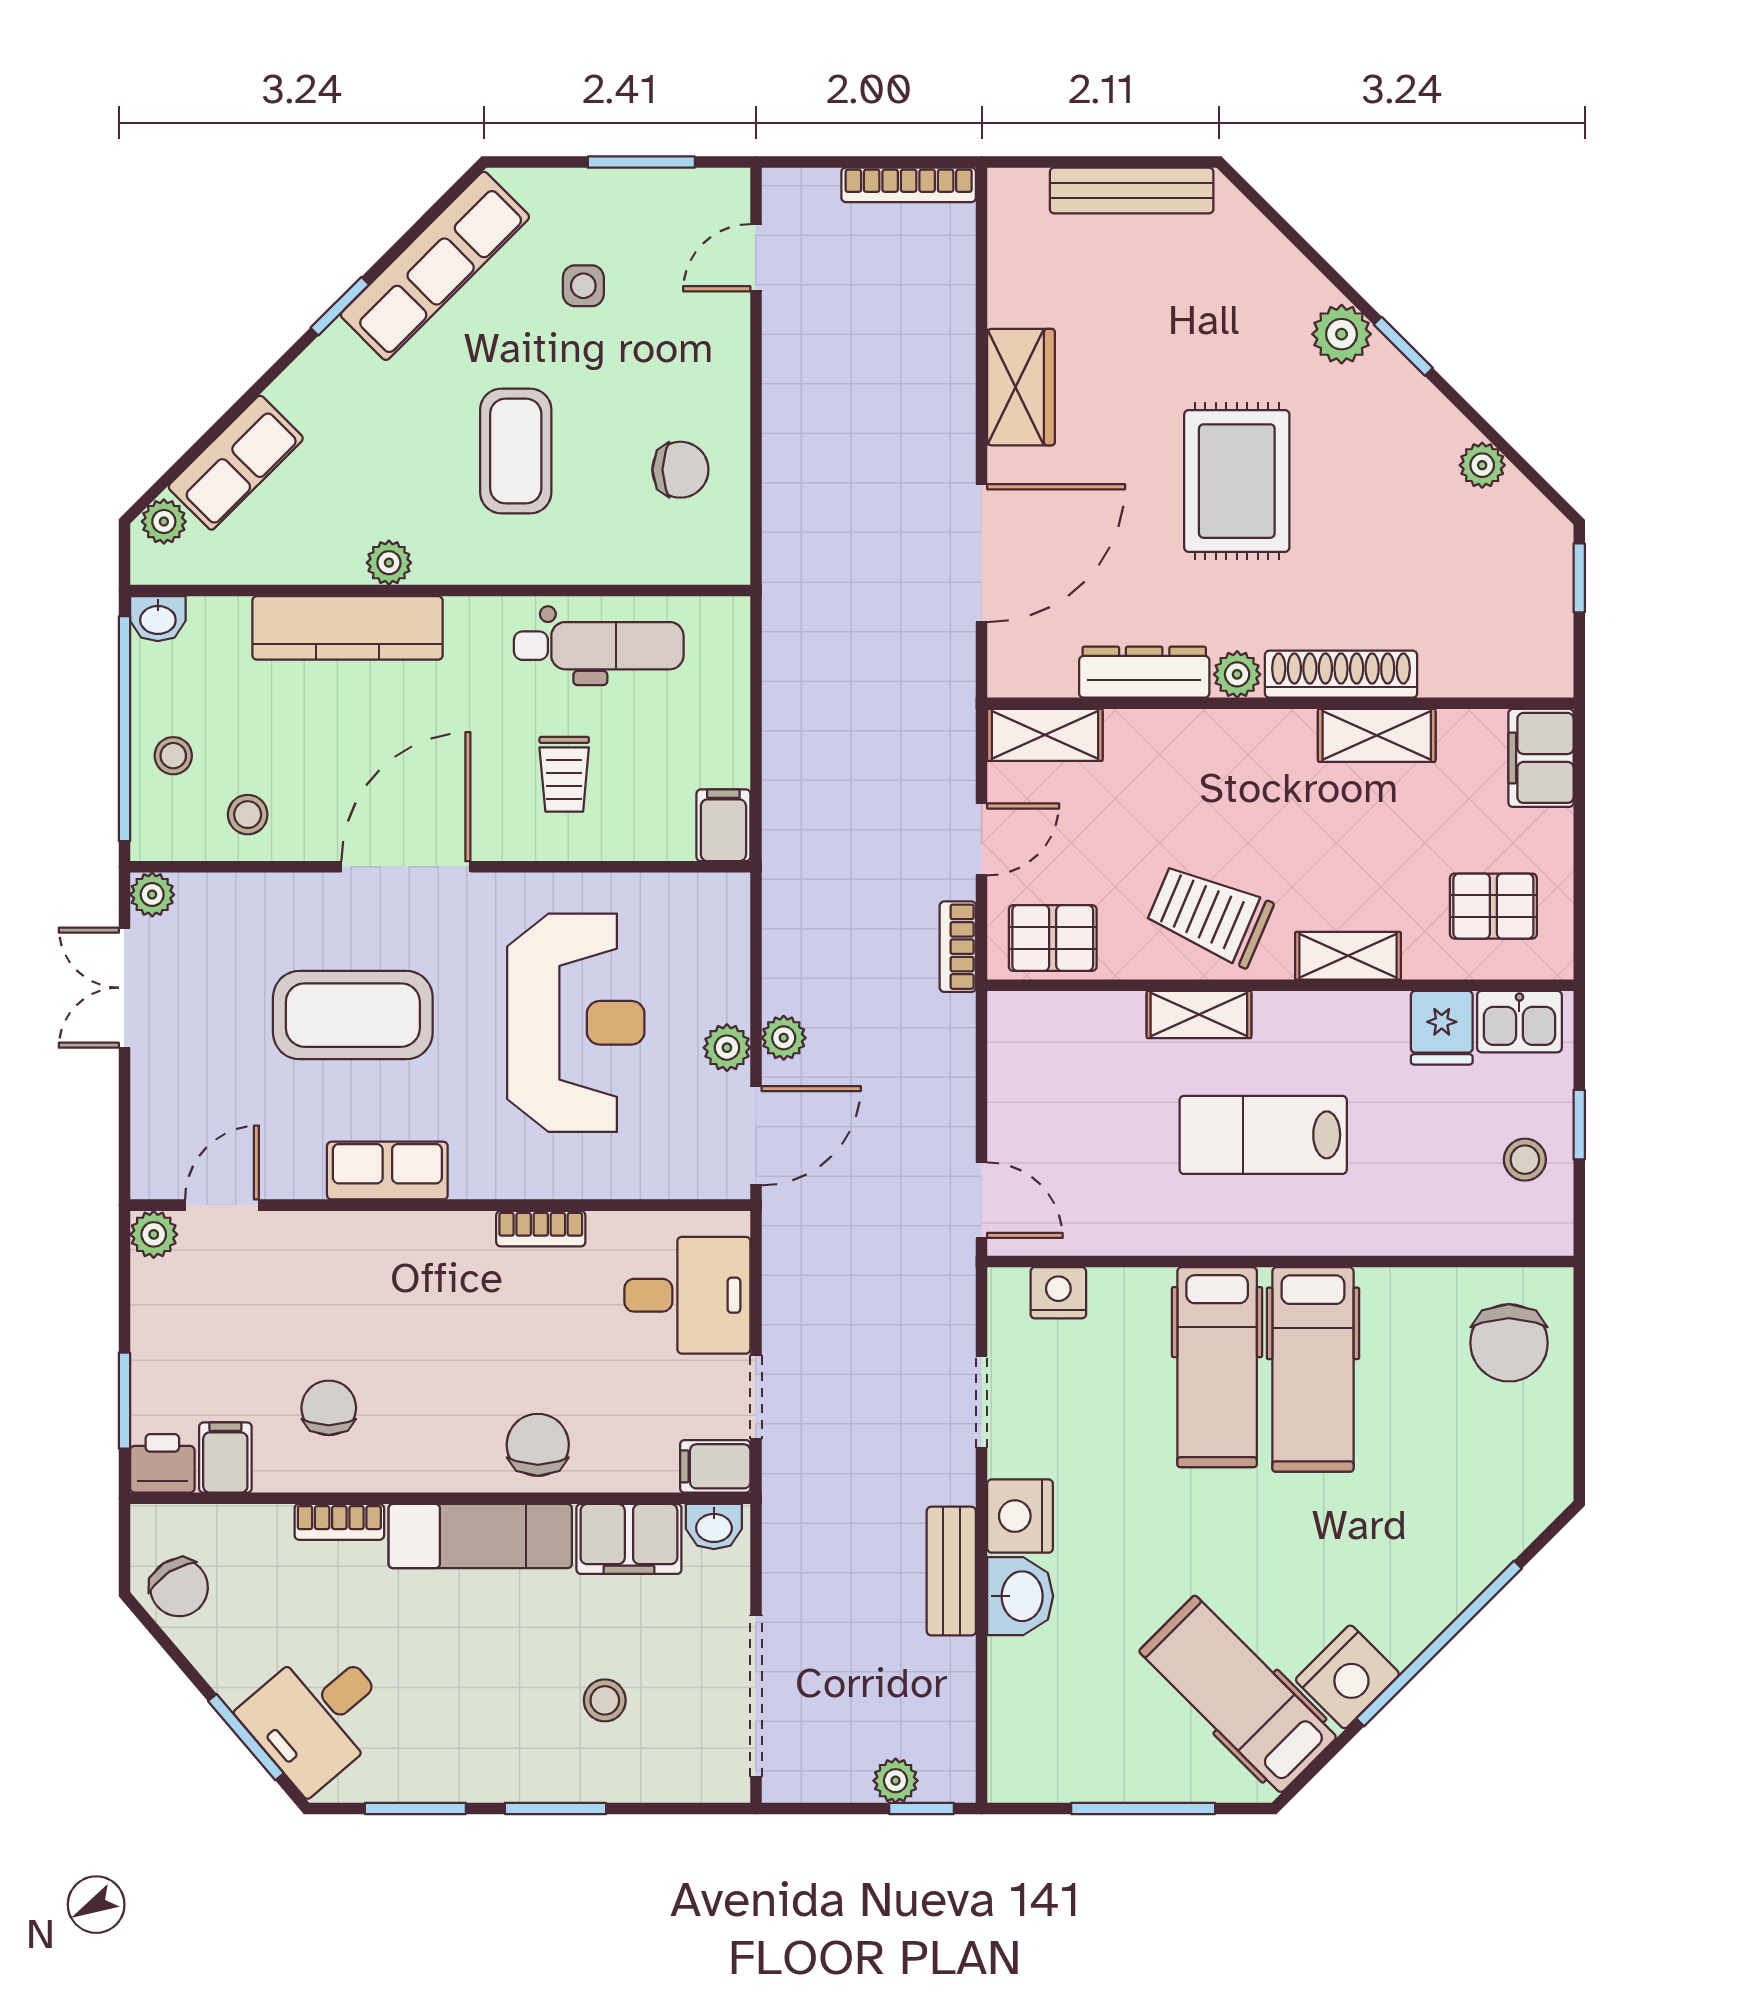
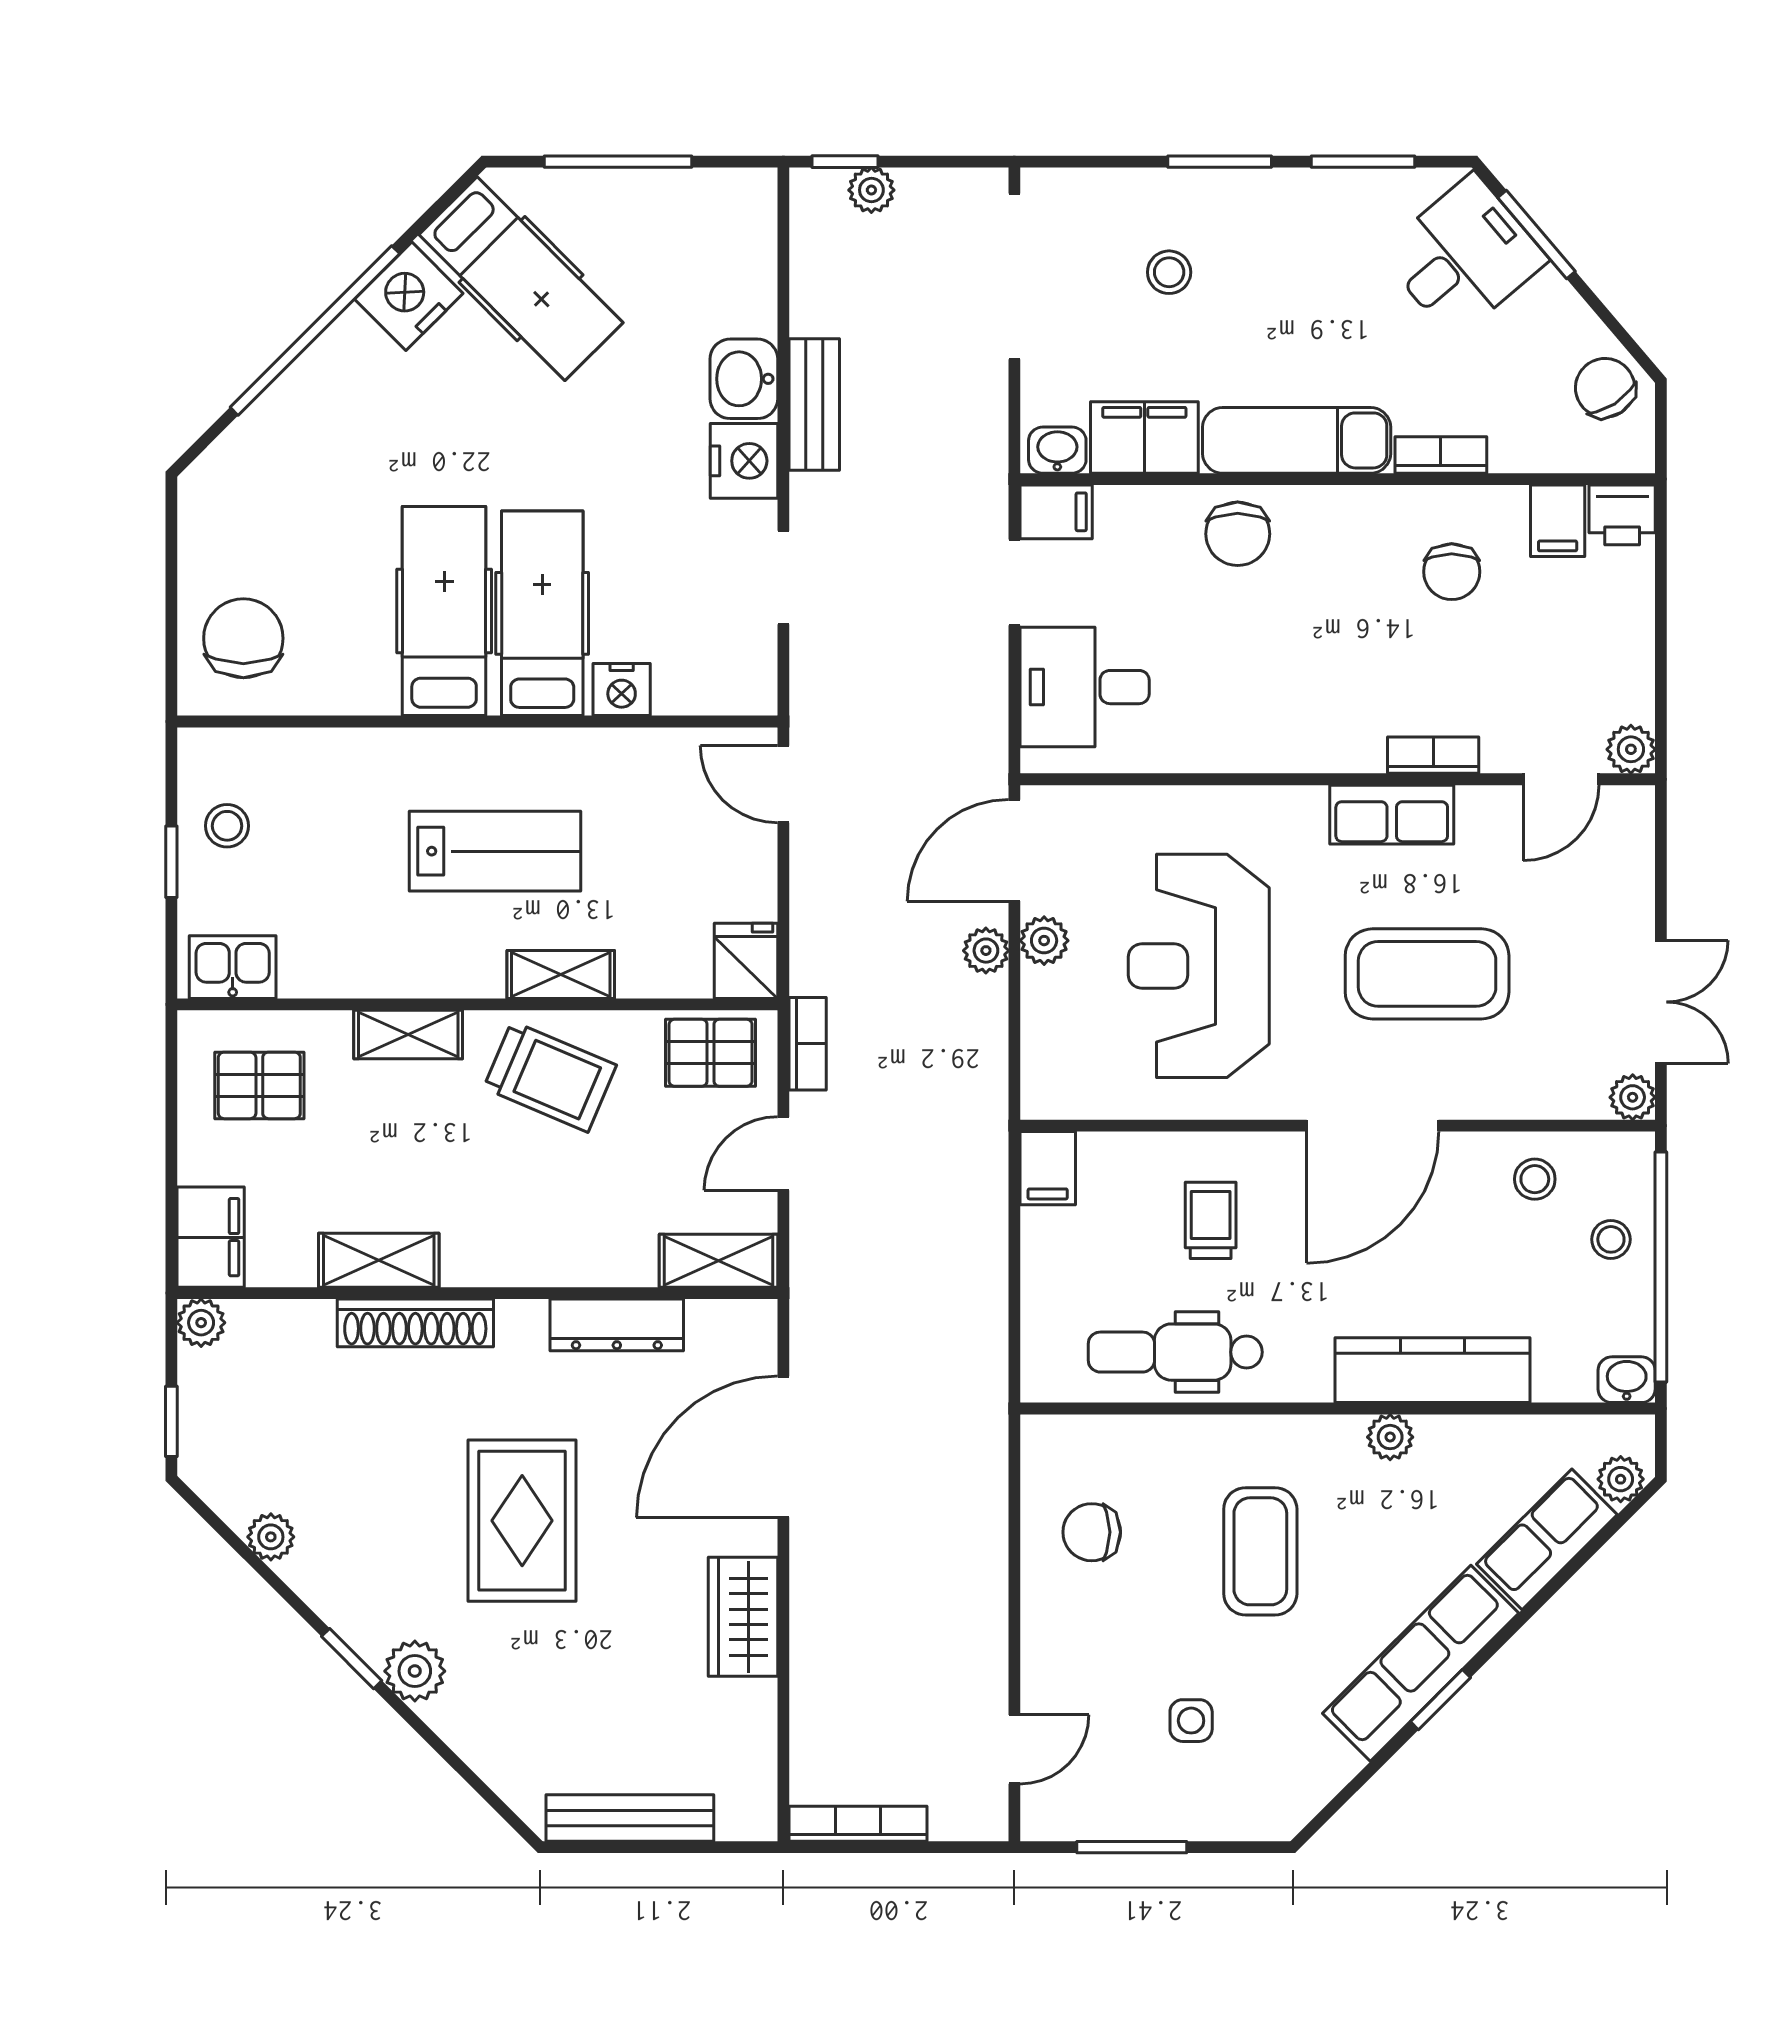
row of seats: (435, 266) -> (1421, 1663), moved
plant: (1237, 674) -> (201, 1323), moved
fridge: (1442, 1028) -> (746, 961), moved
bookcase: (541, 1229) -> (1433, 755), moved
nightstand: (1058, 1293) -> (622, 689), moved
window: (124, 1401) -> (1661, 579), removed

